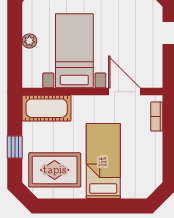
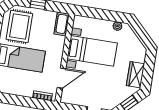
plant: (29, 41) -> (118, 26), moved
cot: (47, 108) -> (62, 24), width x0.73, depth x0.75

